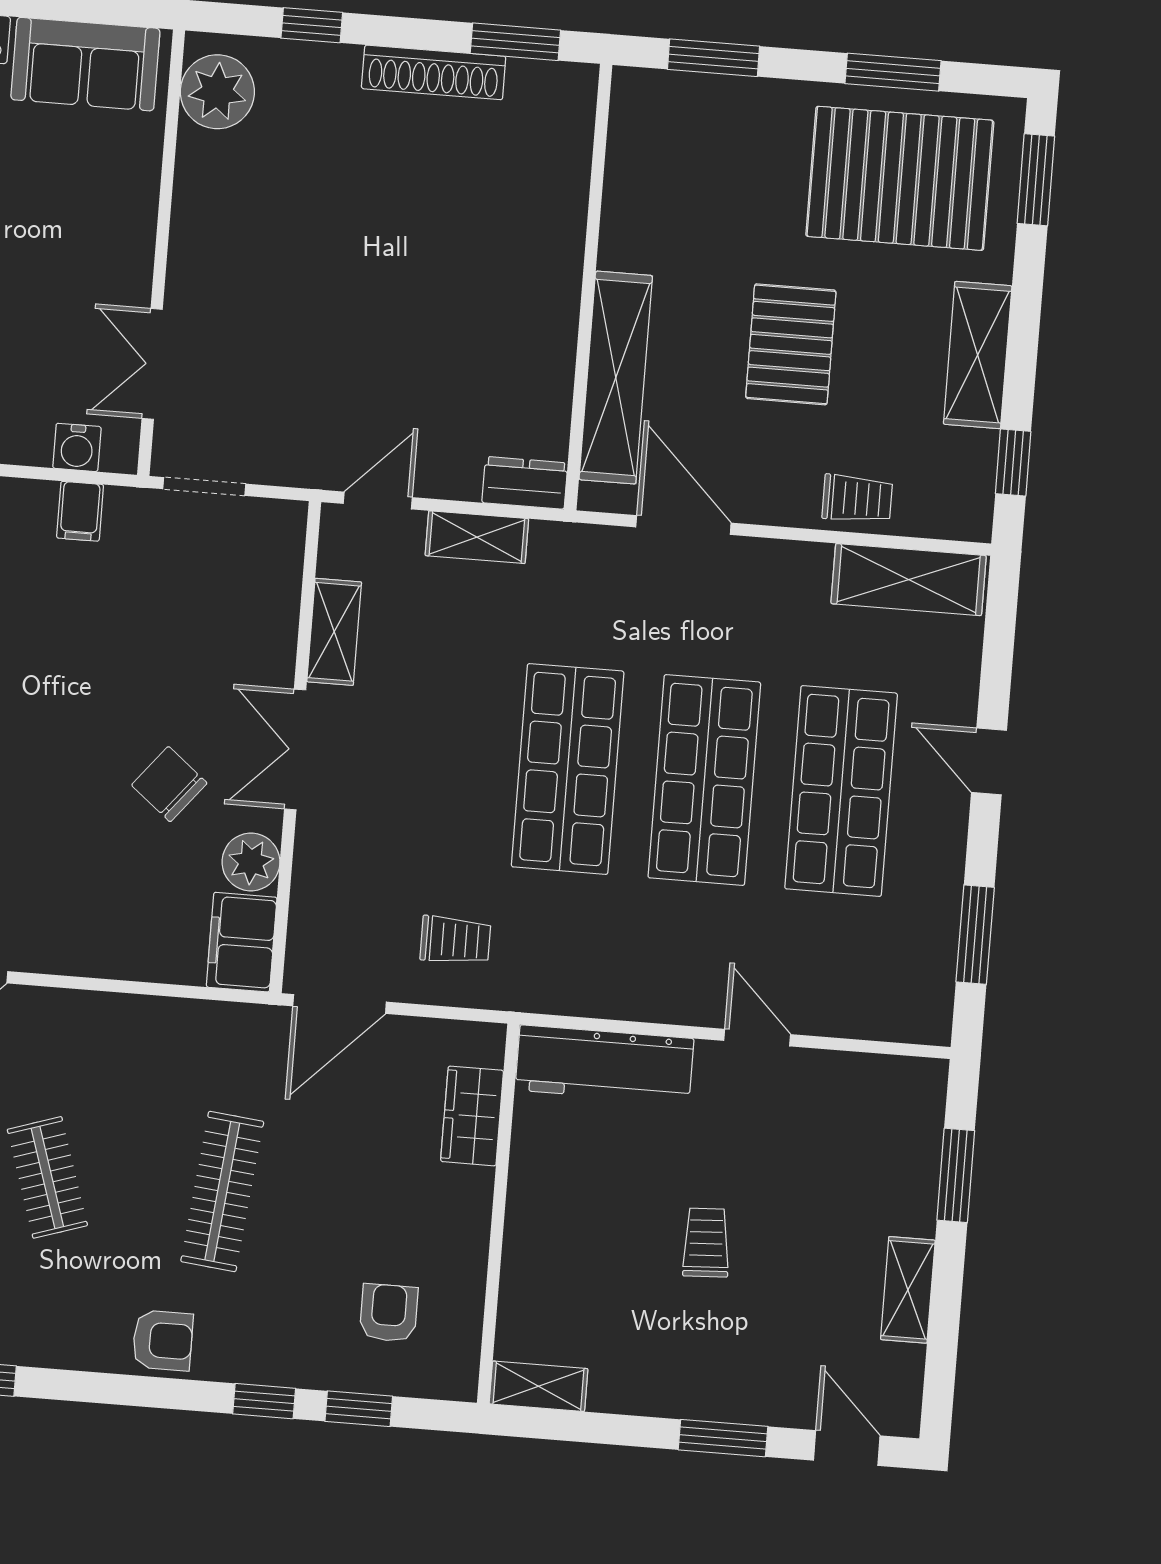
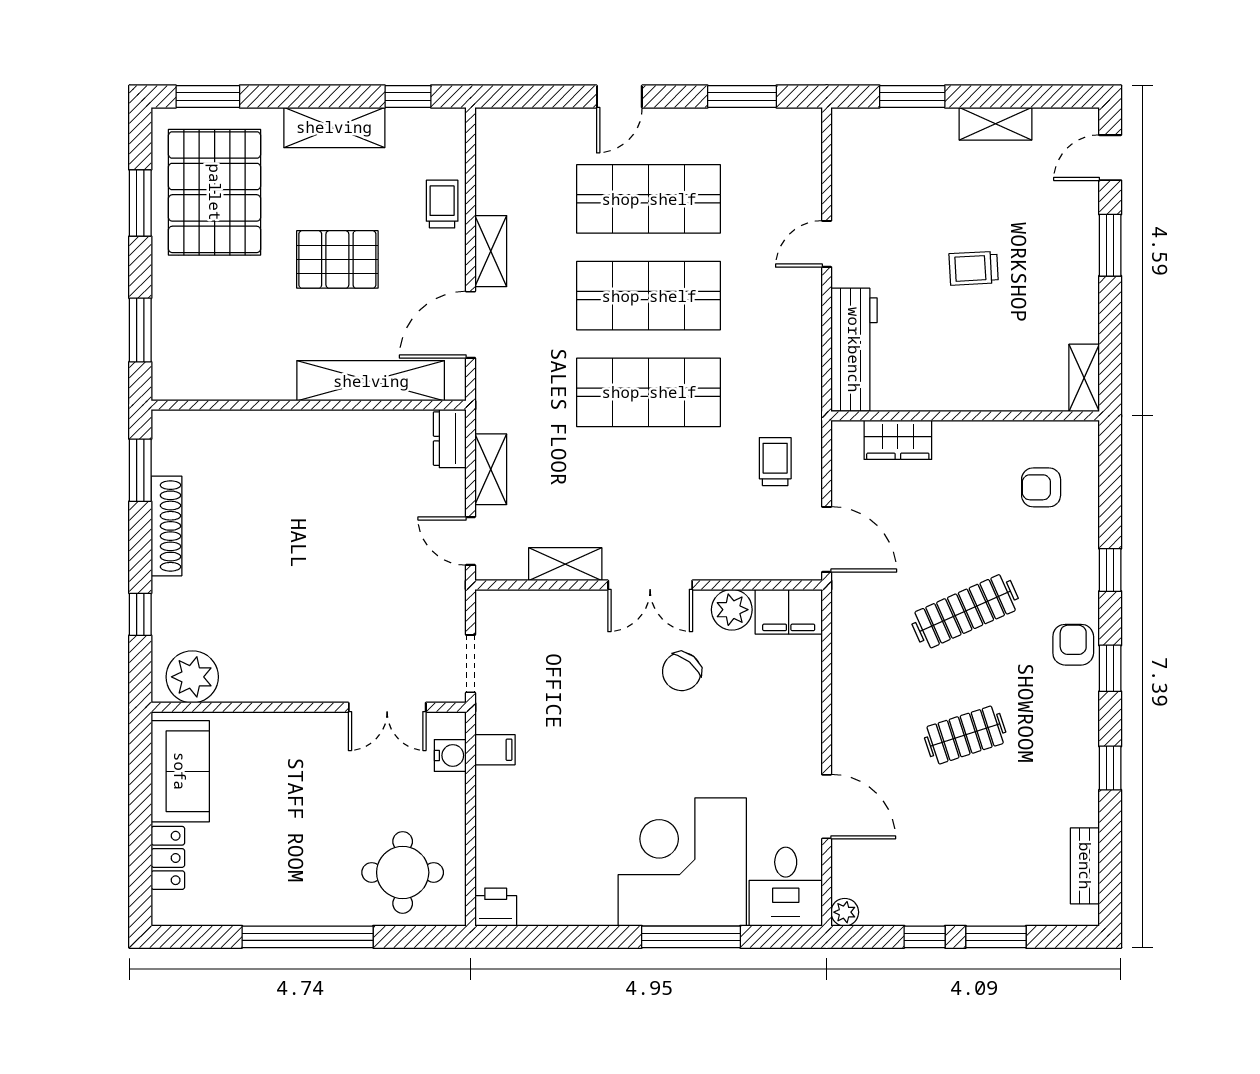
shelving: (909, 580) -> (491, 251), moved, width x0.67, depth x0.75
clothes rail: (222, 1192) -> (965, 611), turned -30
window: (359, 1409) -> (1110, 668), moved

